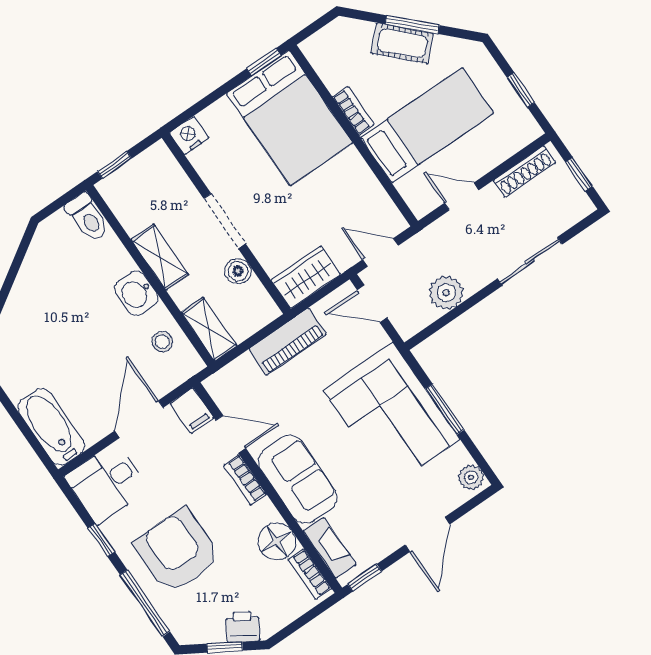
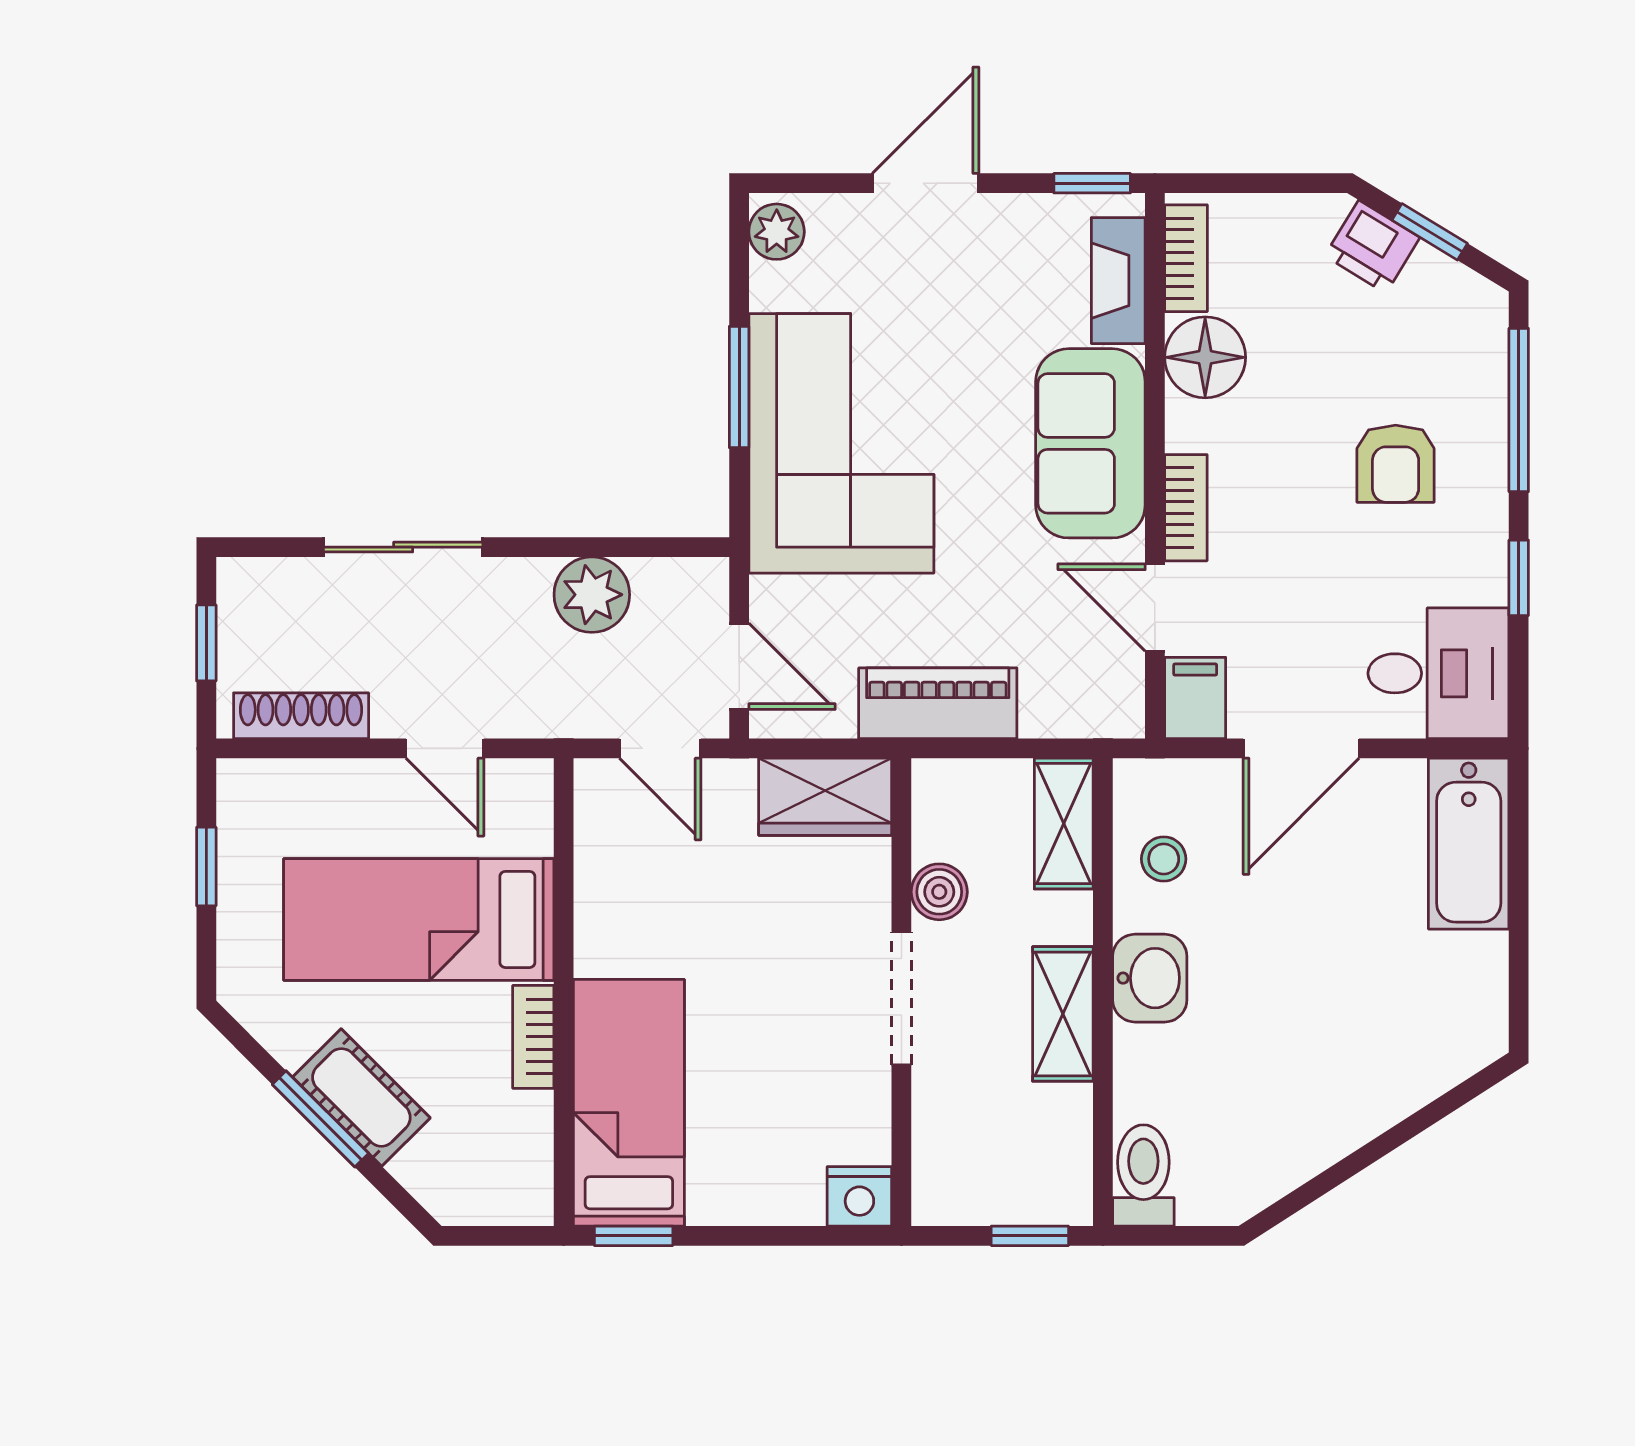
bed: (290, 118) -> (629, 1103), width x0.67
armchair: (177, 551) -> (1396, 464), width x0.53, depth x0.53

